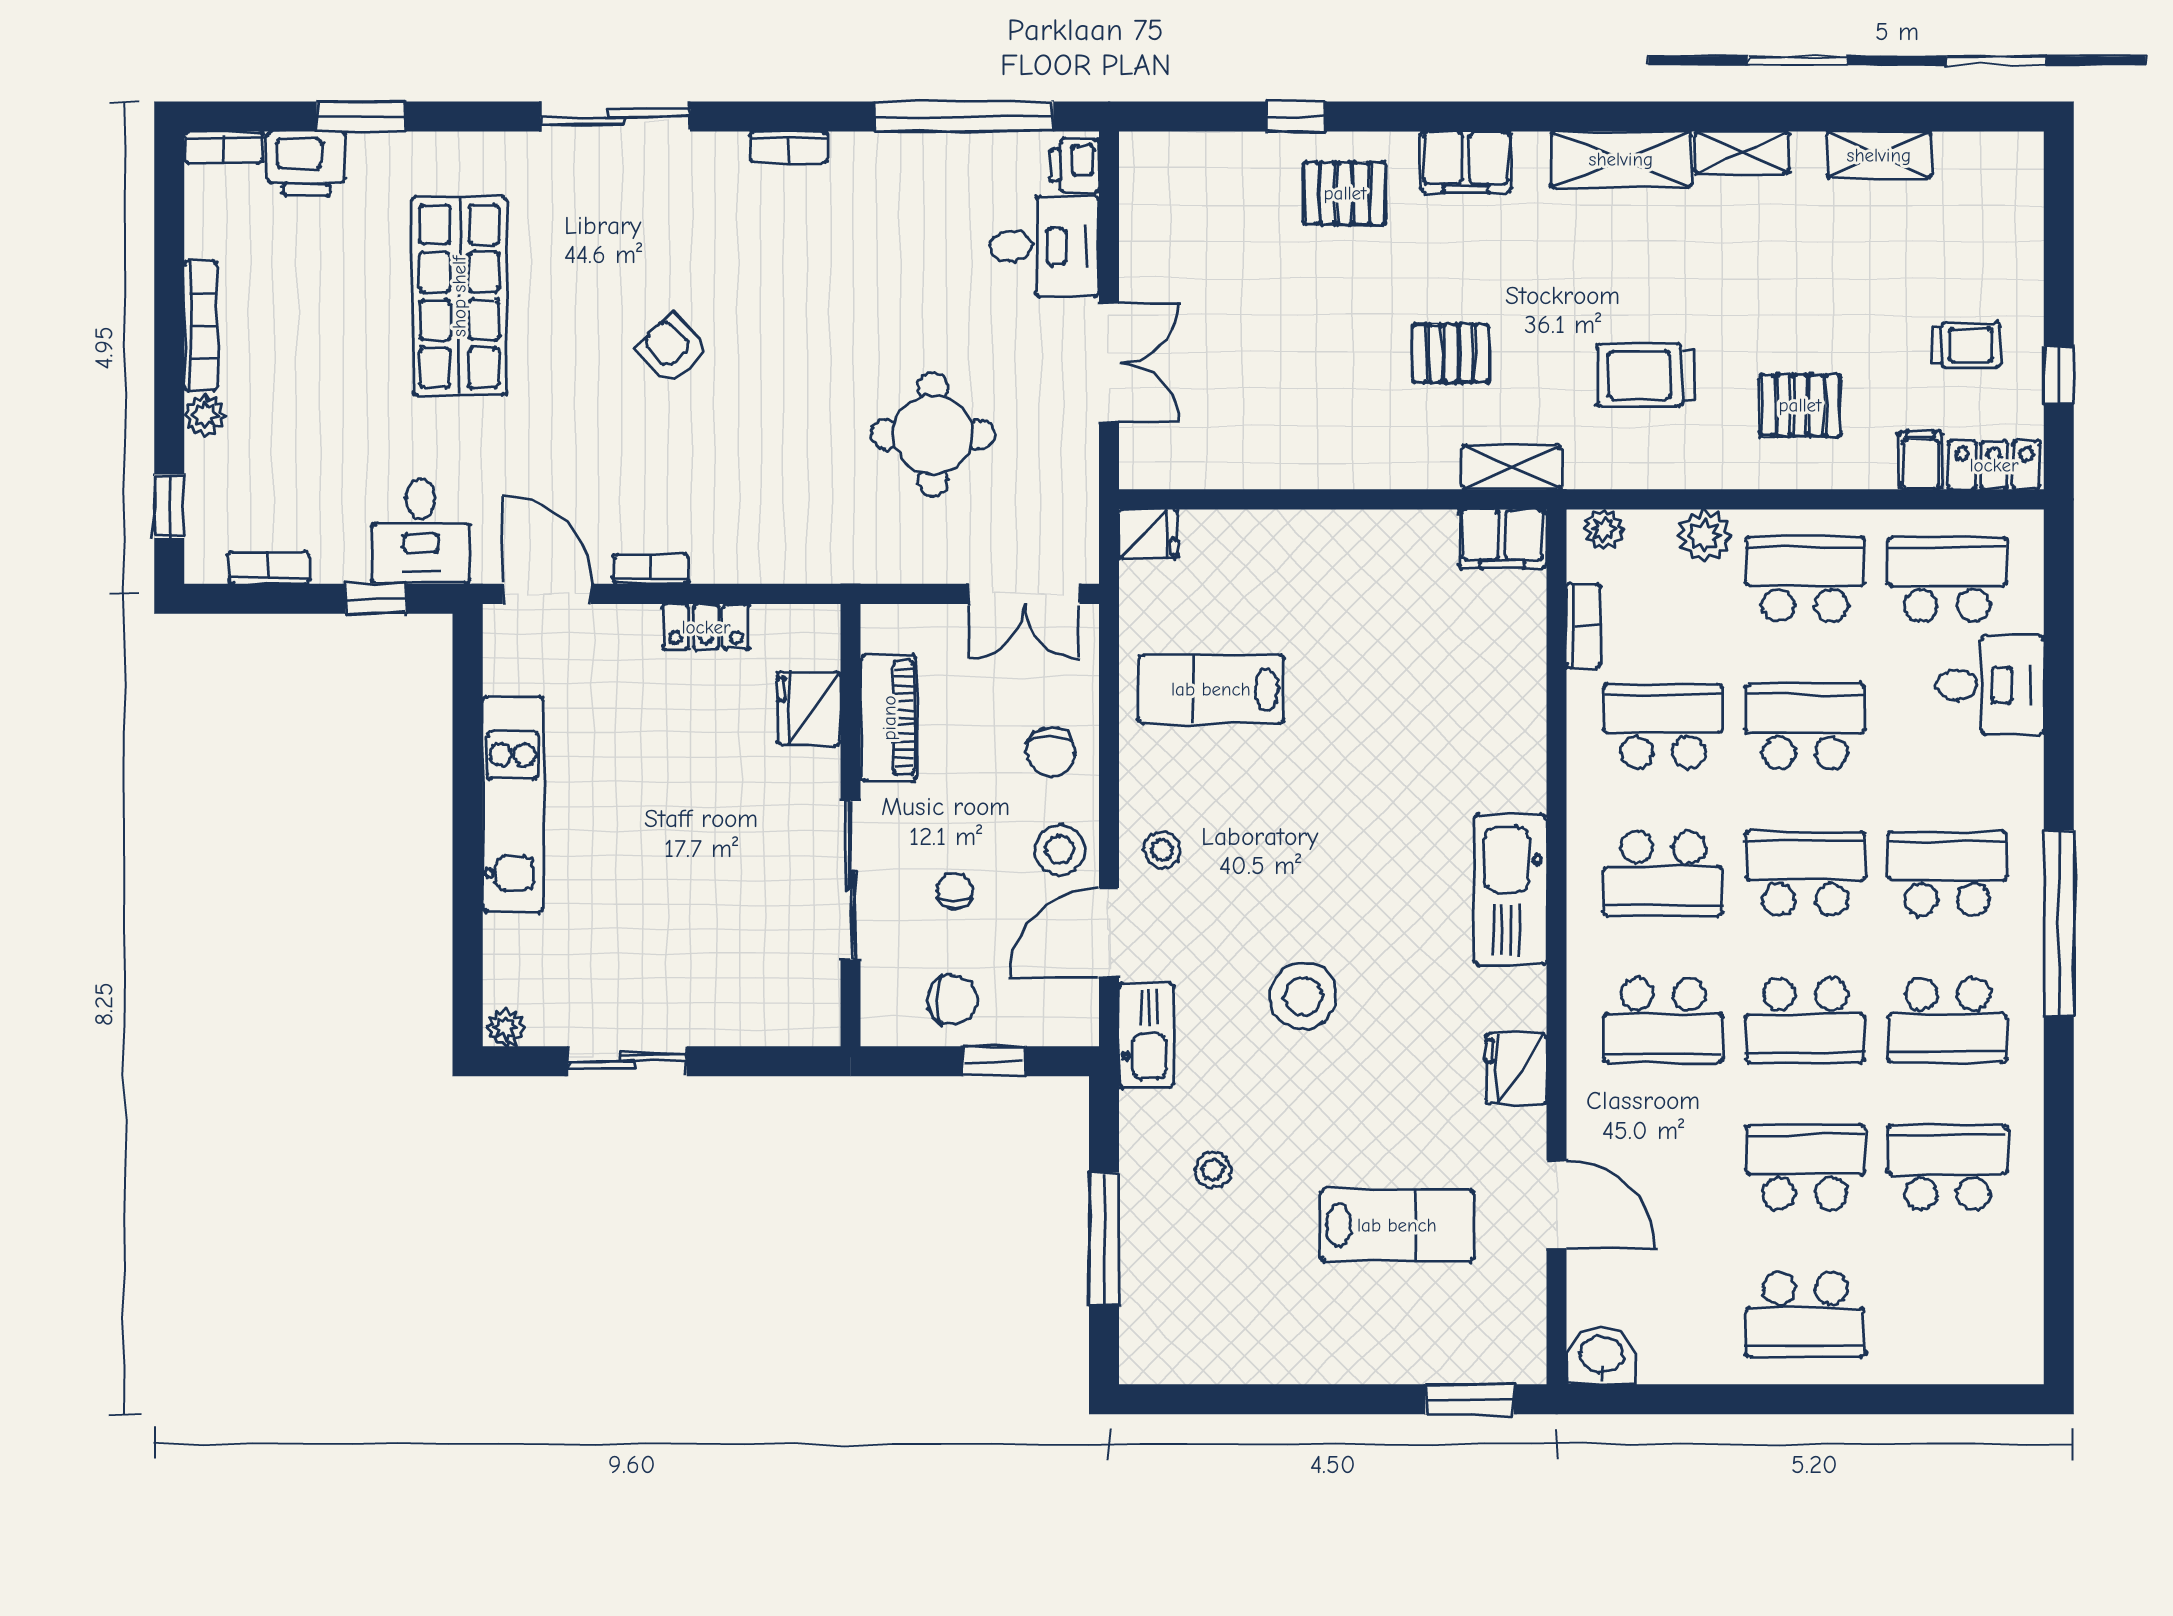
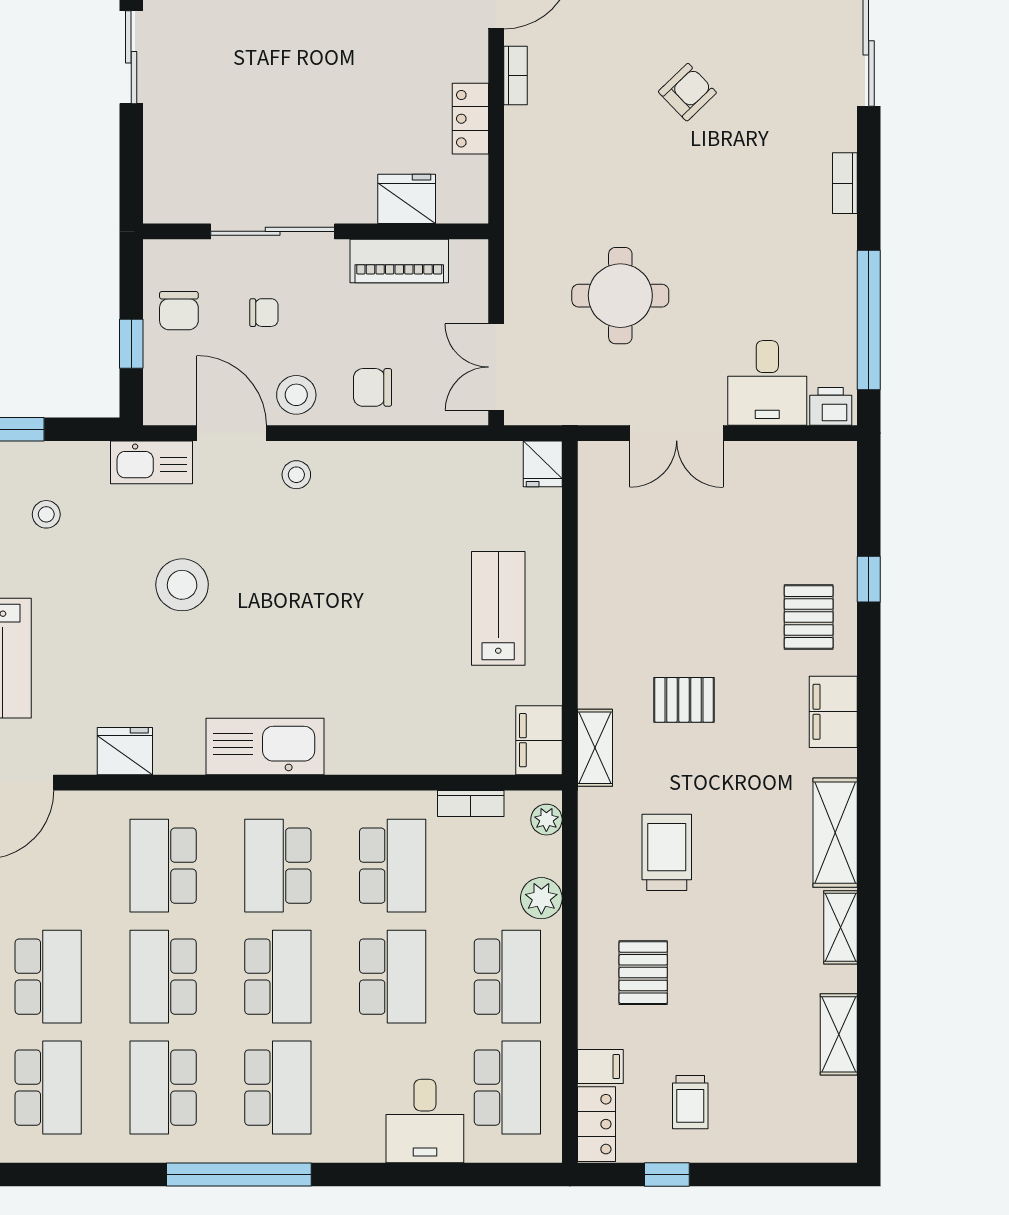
pallet: (1451, 353) -> (684, 700), turned 90
lab bench: (1211, 689) -> (498, 608), moved

